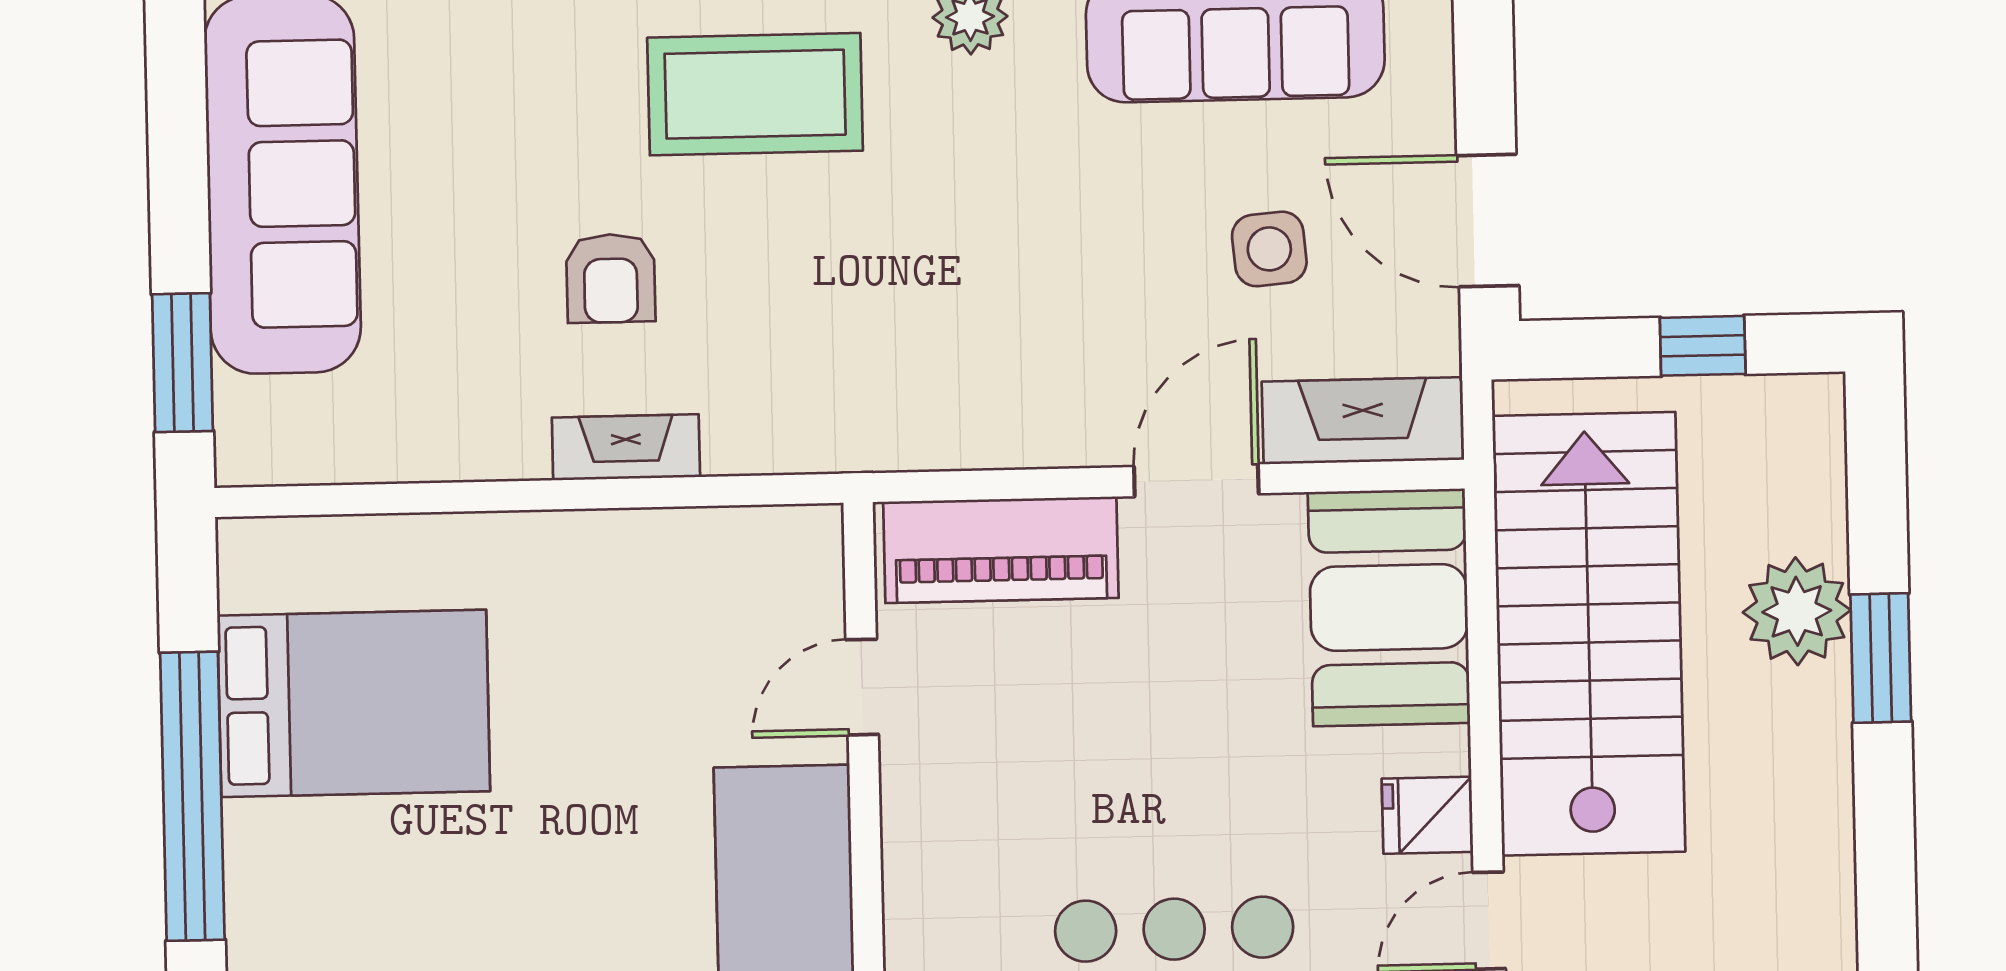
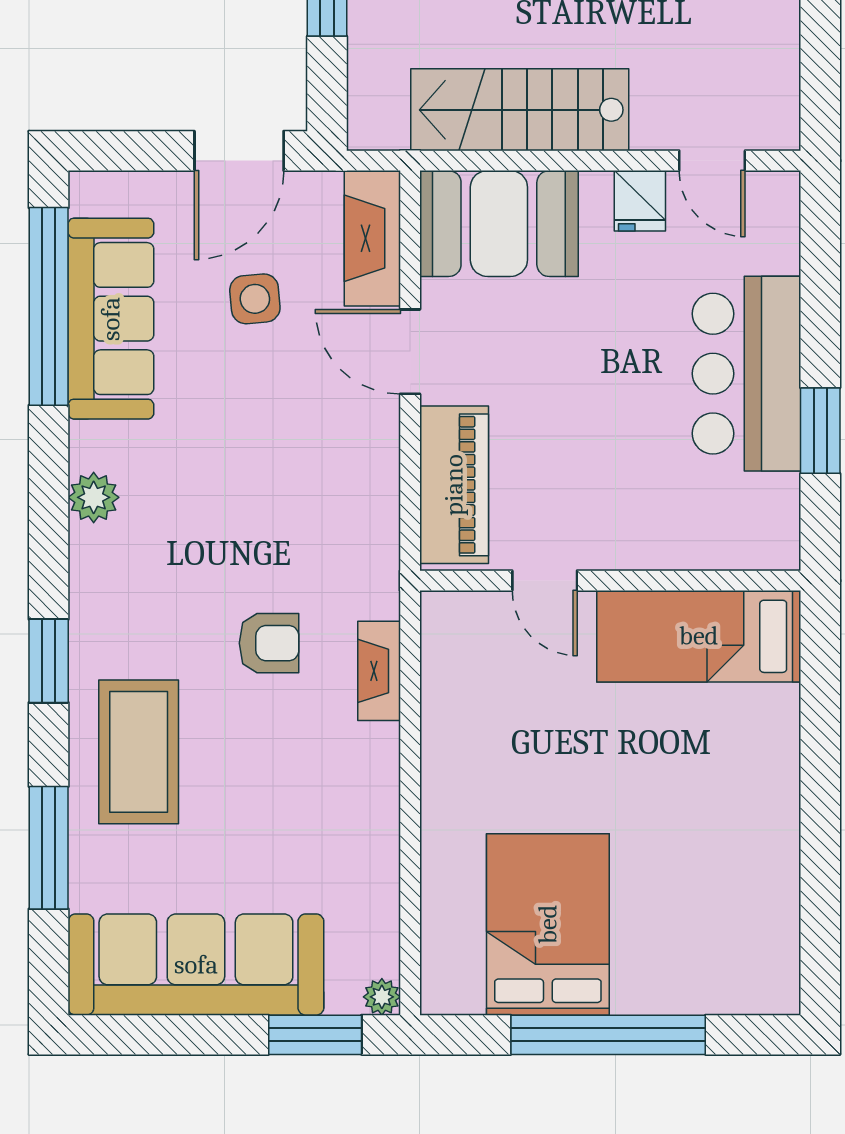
coffee table: (755, 94) -> (139, 752), moved
armchair: (611, 278) -> (269, 643), moved
fireplace: (626, 447) -> (379, 671), moved
plant: (241, 460) -> (382, 997), added
stairs: (1589, 634) -> (520, 110), width x0.73, depth x0.66

